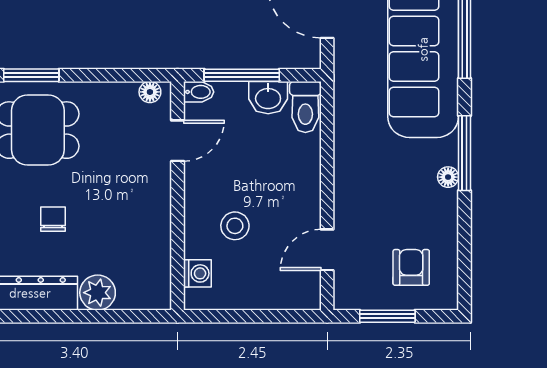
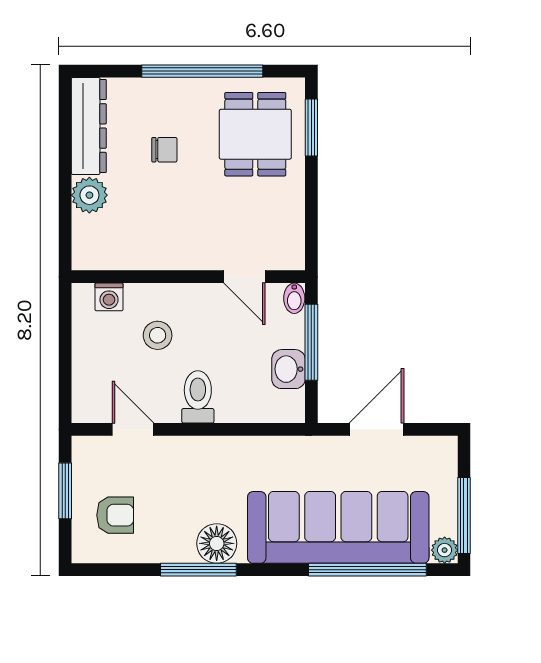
floor lamp: (150, 92) -> (294, 249), removed
toilet: (305, 107) -> (198, 397), moved, turned 90
window: (465, 153) -> (198, 570), moved
floor lamp: (448, 177) -> (217, 543), width x1.89, depth x1.89

